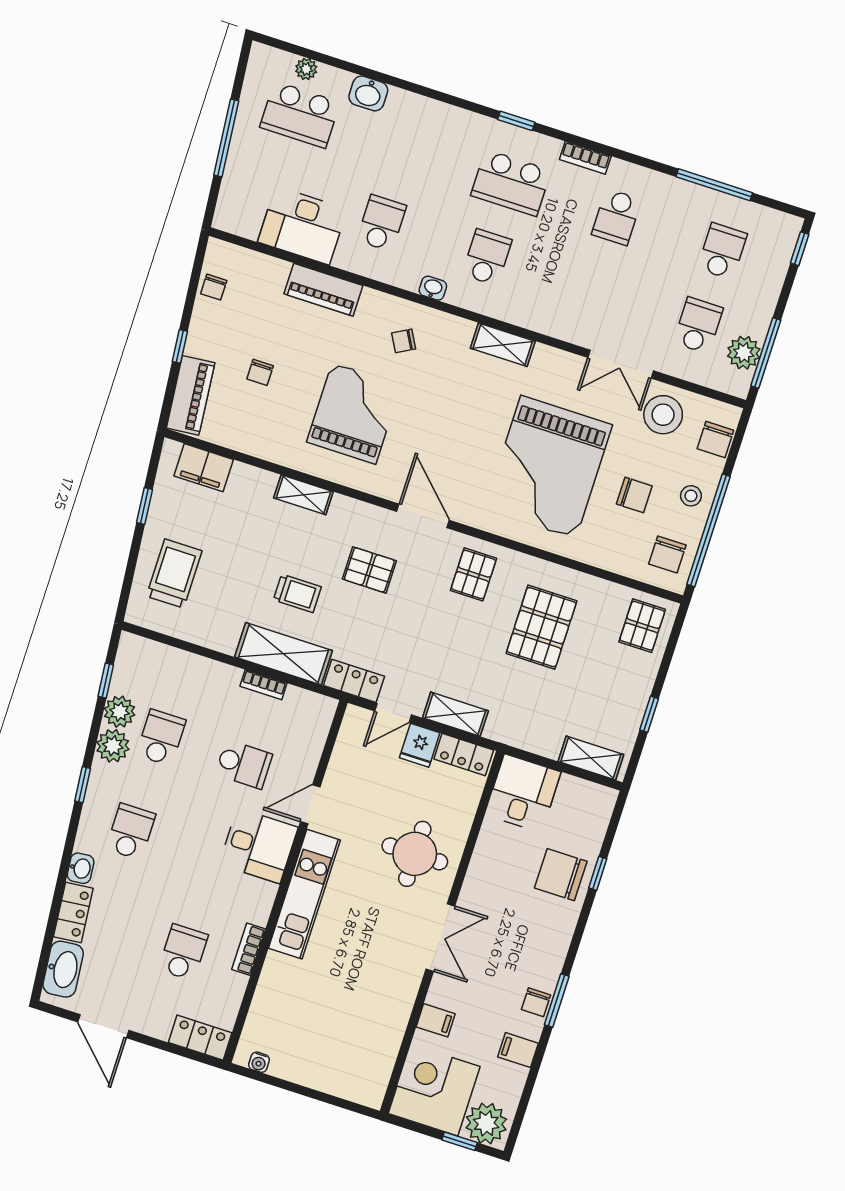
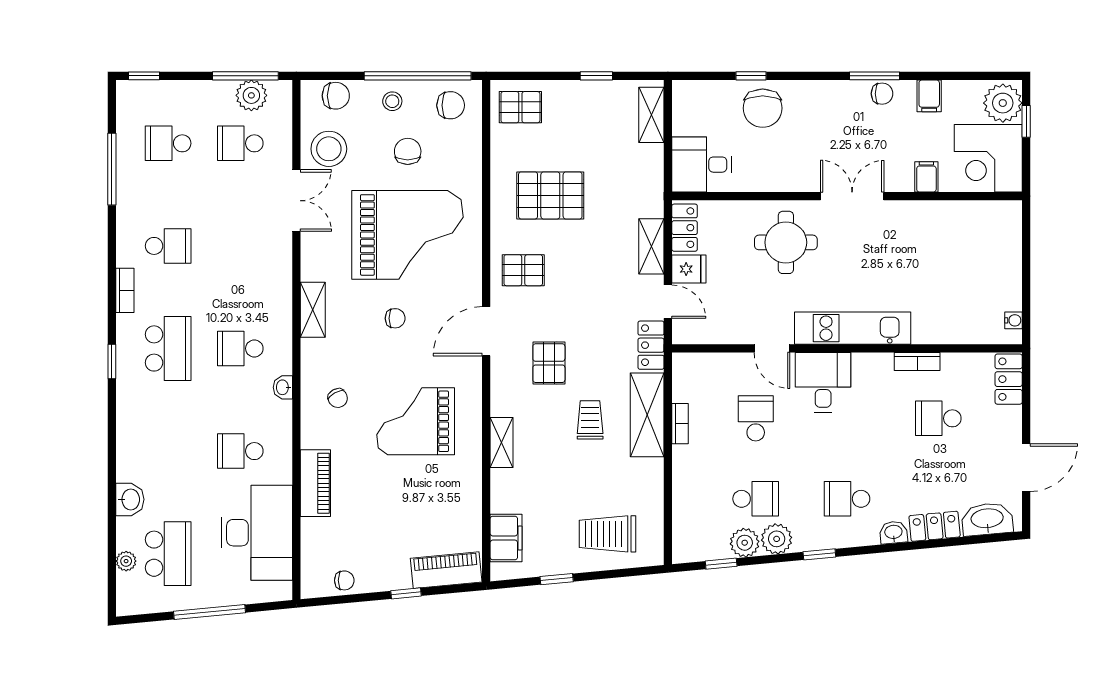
desk: (302, 226) -> (257, 533), width x1.36, depth x1.30
chair: (260, 372) -> (395, 318), moved
school desk: (161, 738) -> (756, 499), turned 180

